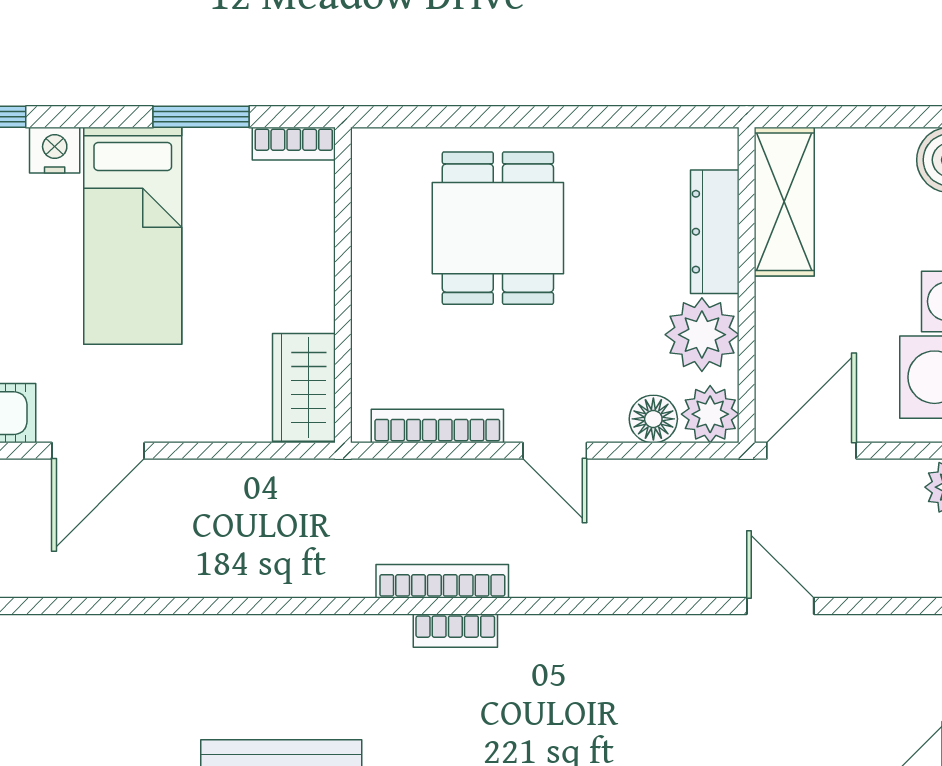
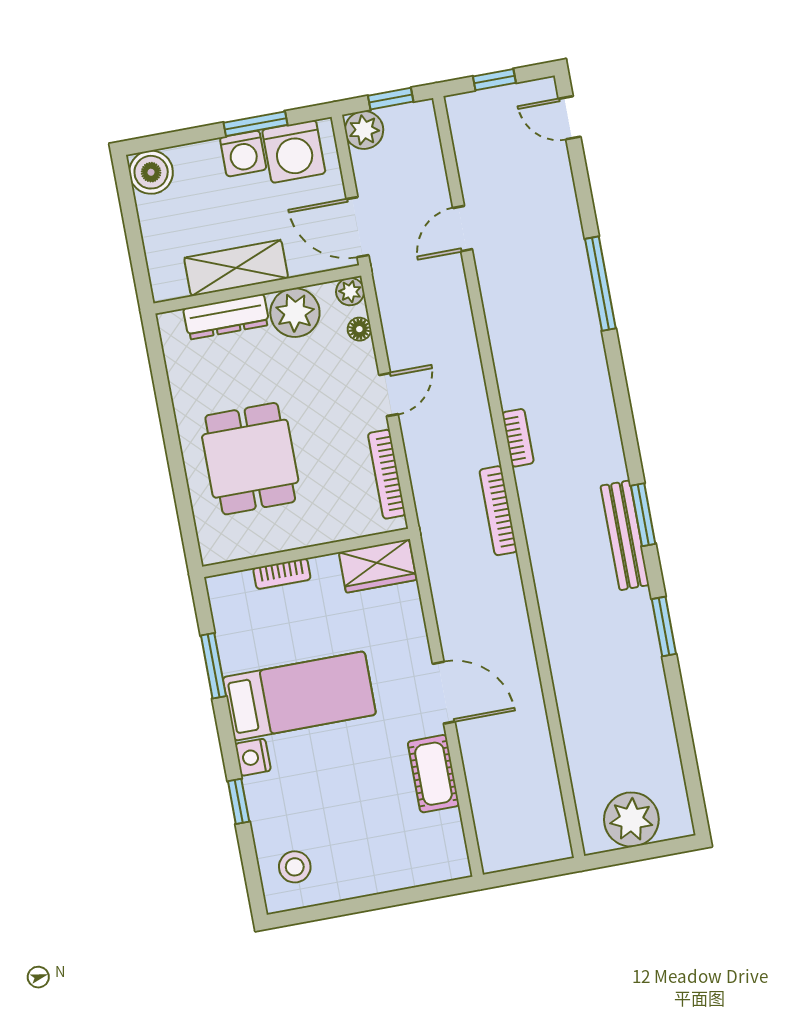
bookcase: (294, 144) -> (282, 574), moved, turned 90
shelving: (784, 202) -> (236, 268), moved
dining table: (498, 228) -> (250, 459), turned 90
plant: (710, 414) -> (350, 292), width x0.73, depth x0.73
floor lamp: (653, 419) -> (359, 329), width x0.73, depth x0.73
bookcase: (442, 581) -> (498, 511), moved

